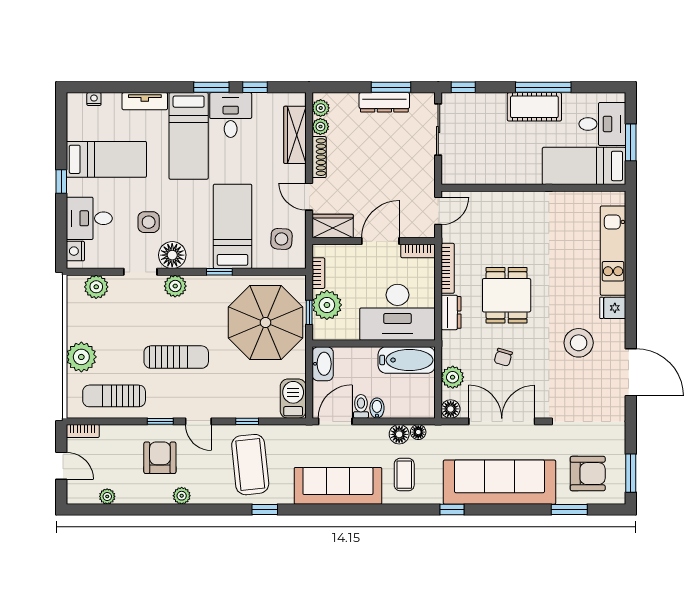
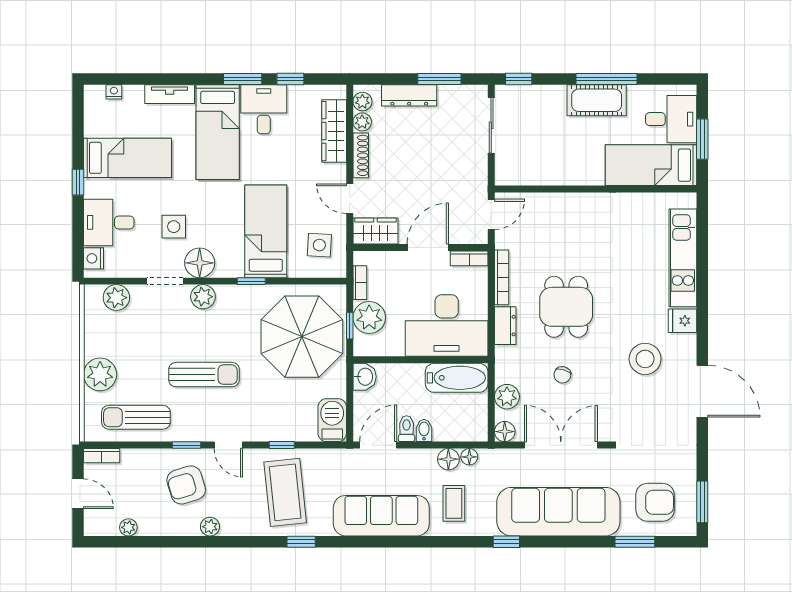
dresser: (384, 102) -> (409, 95), moved
washbasin: (323, 364) -> (365, 377), width x0.72
armchair: (160, 458) -> (186, 485), turned -107

